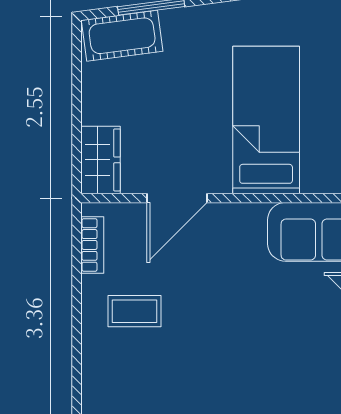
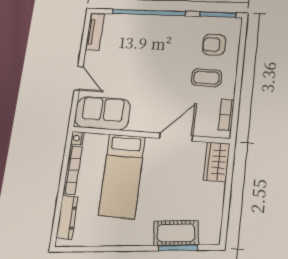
cot: (122, 36) -> (176, 233), moved
armchair: (127, 374) -> (214, 45), added

